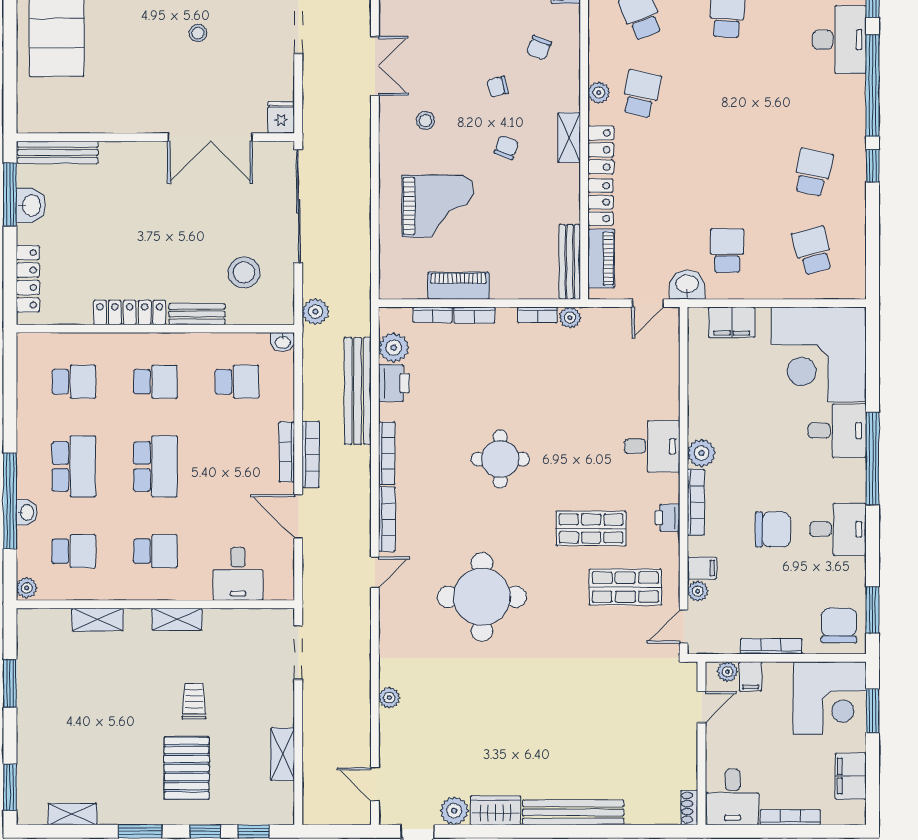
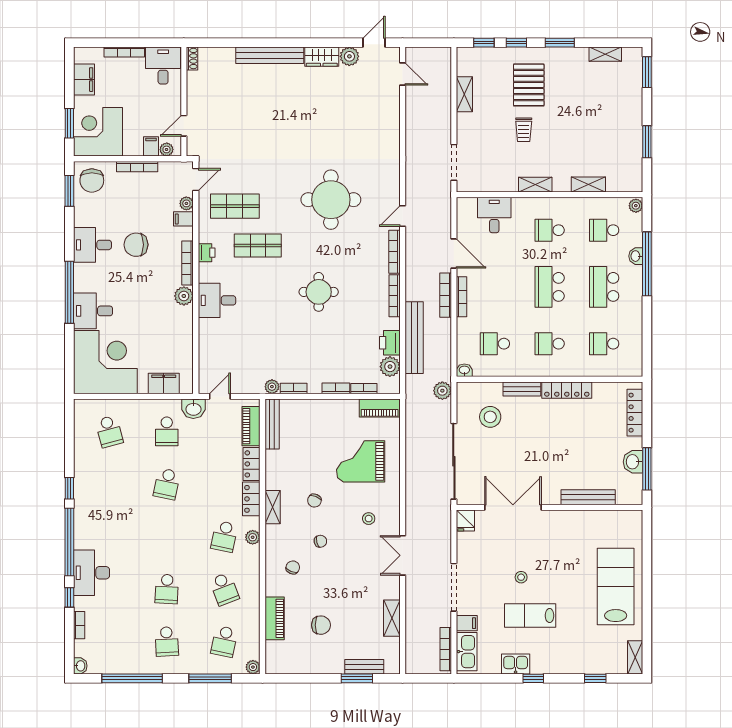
bench: (58, 152) -> (588, 497), moved
school desk: (813, 172) -> (167, 484), moved
piano: (458, 286) -> (380, 408), moved
plant: (389, 698) -> (393, 132), removed

